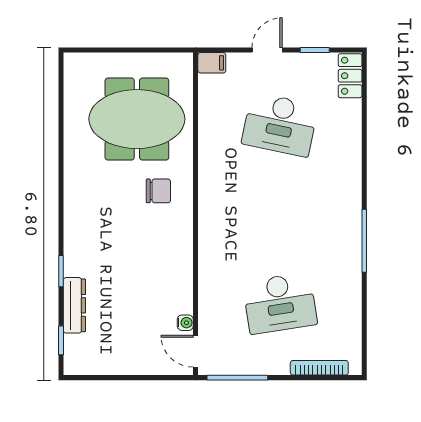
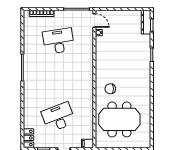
desk: (280, 125) -> (58, 117), turned -33
dresser: (74, 305) -> (146, 22), moved

